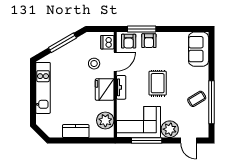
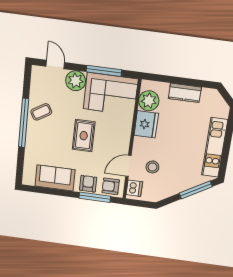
armchair: (129, 41) -> (111, 186), turned -90
window: (62, 43) -> (196, 190), moved
sofa: (199, 49) -> (55, 178), moved, turned -90
tv unit: (121, 87) -> (125, 136), removed
fridge: (105, 90) -> (146, 124), moved
window: (211, 102) -> (24, 123), moved

